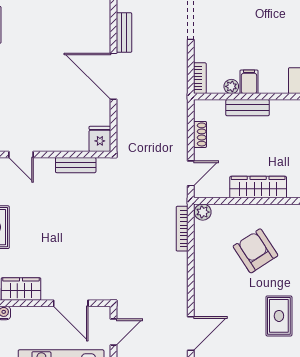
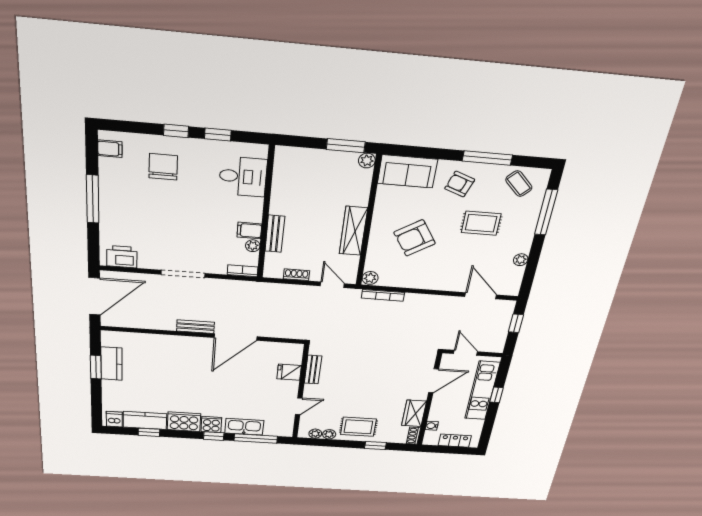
fridge: (100, 139) -> (289, 372), moved

